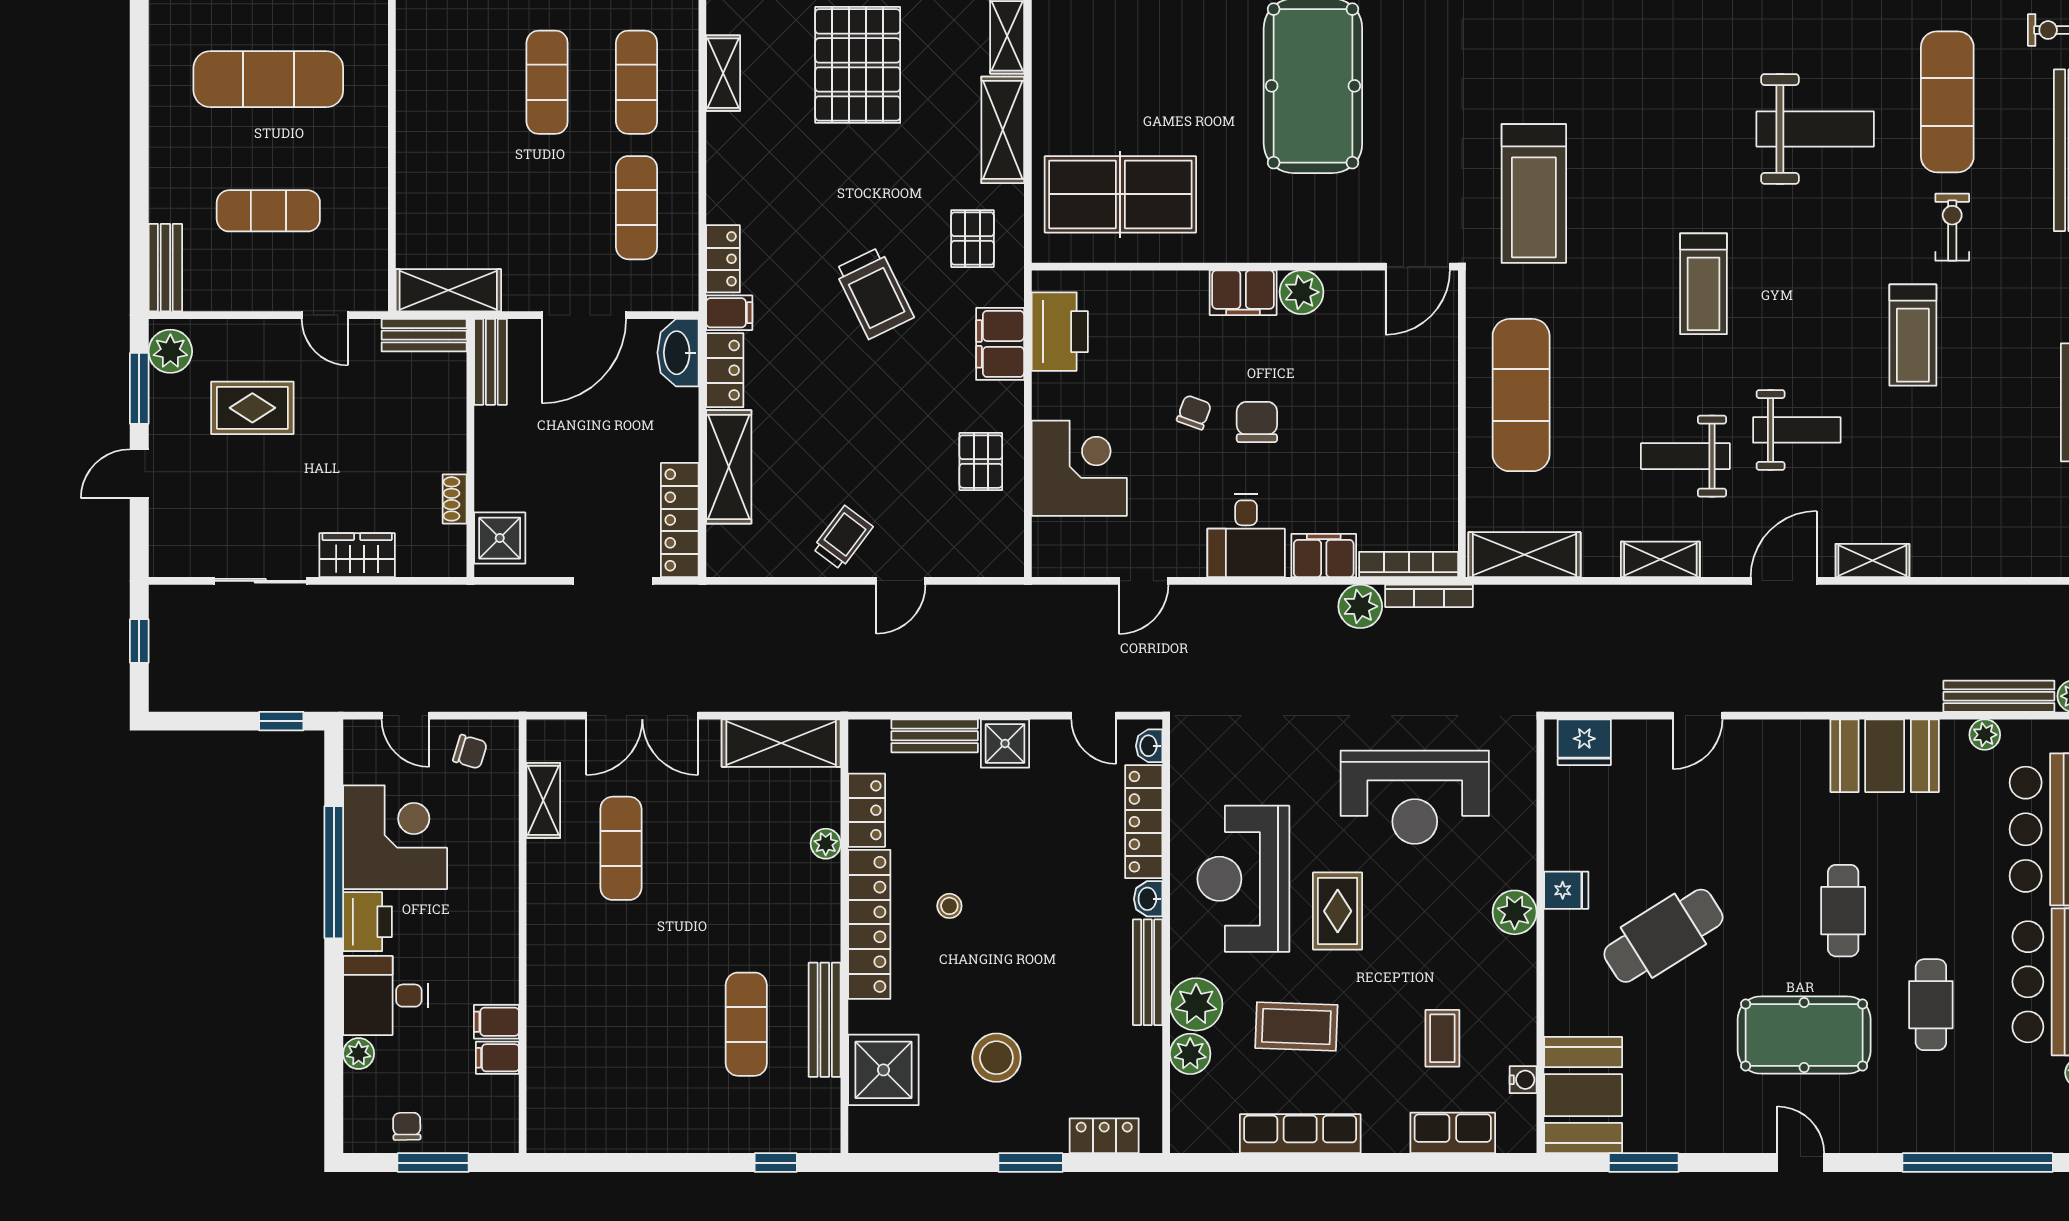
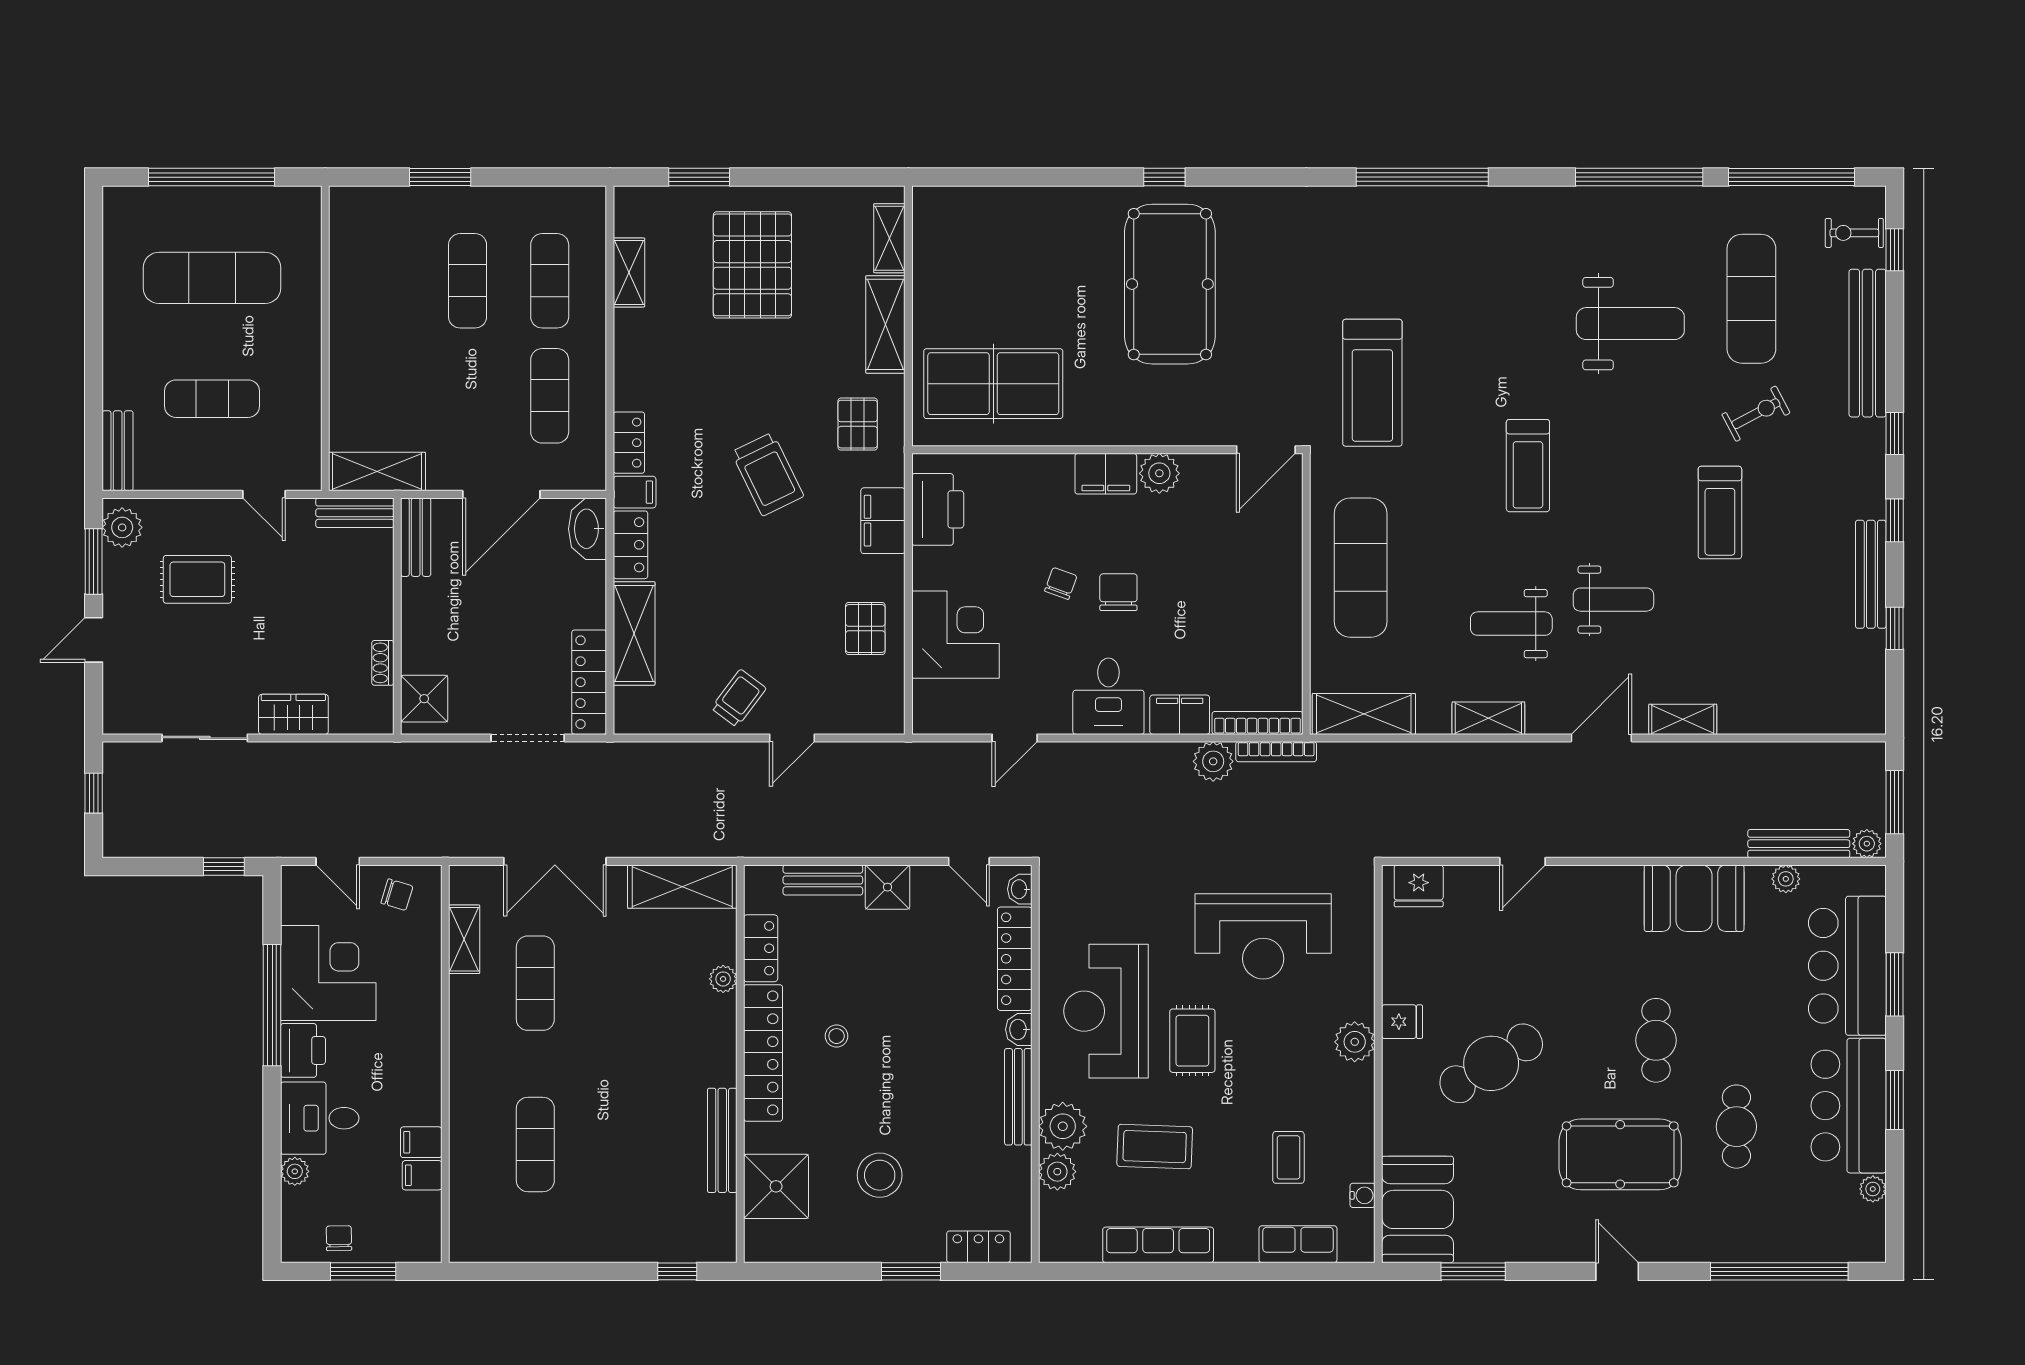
exercise bike: (1952, 227) -> (1756, 414), turned 62
exercise mat: (746, 1024) -> (535, 1144), moved

